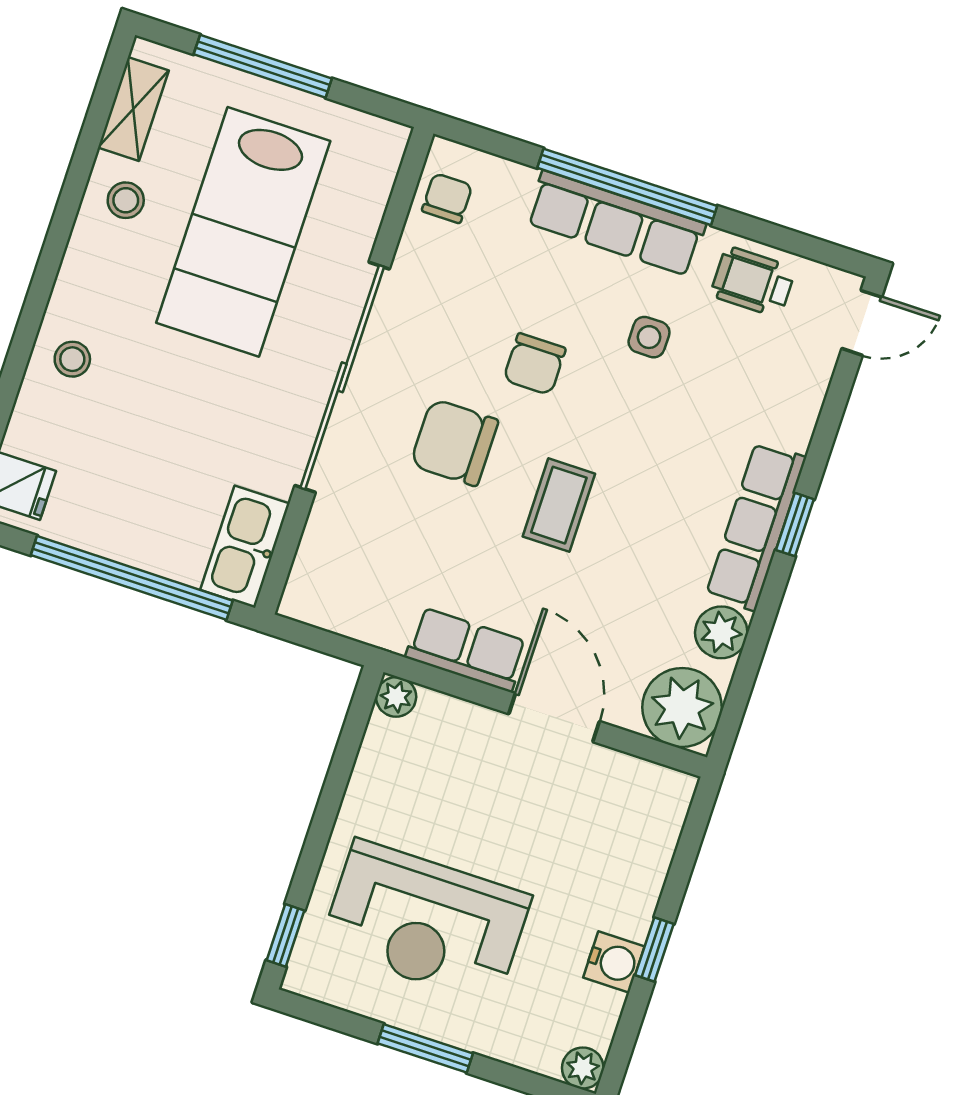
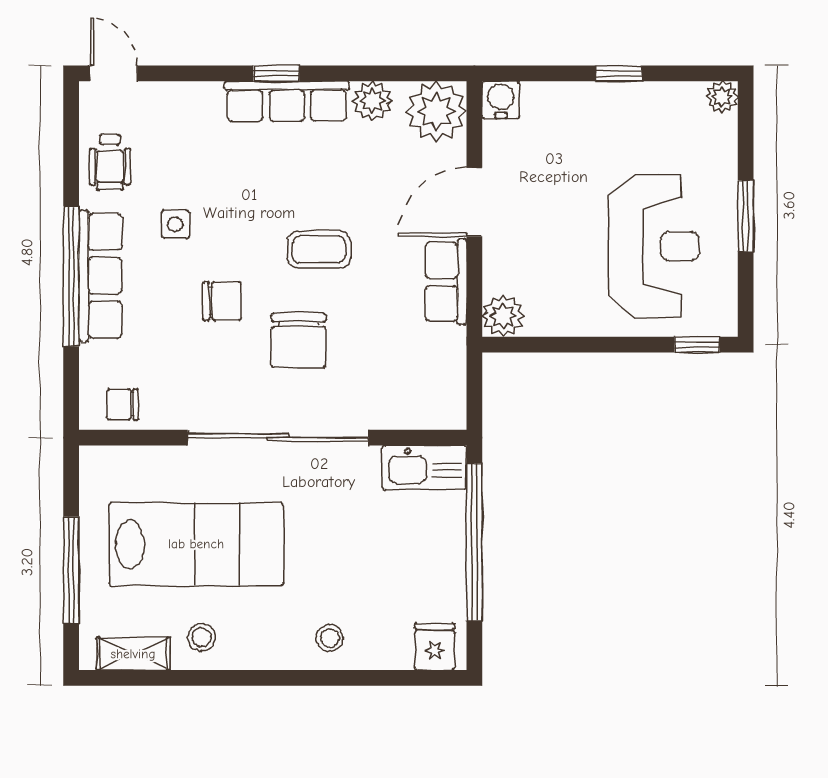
plant: (396, 697) -> (503, 316), width x1.38, depth x1.38
water cooler: (614, 962) -> (501, 100), moved

